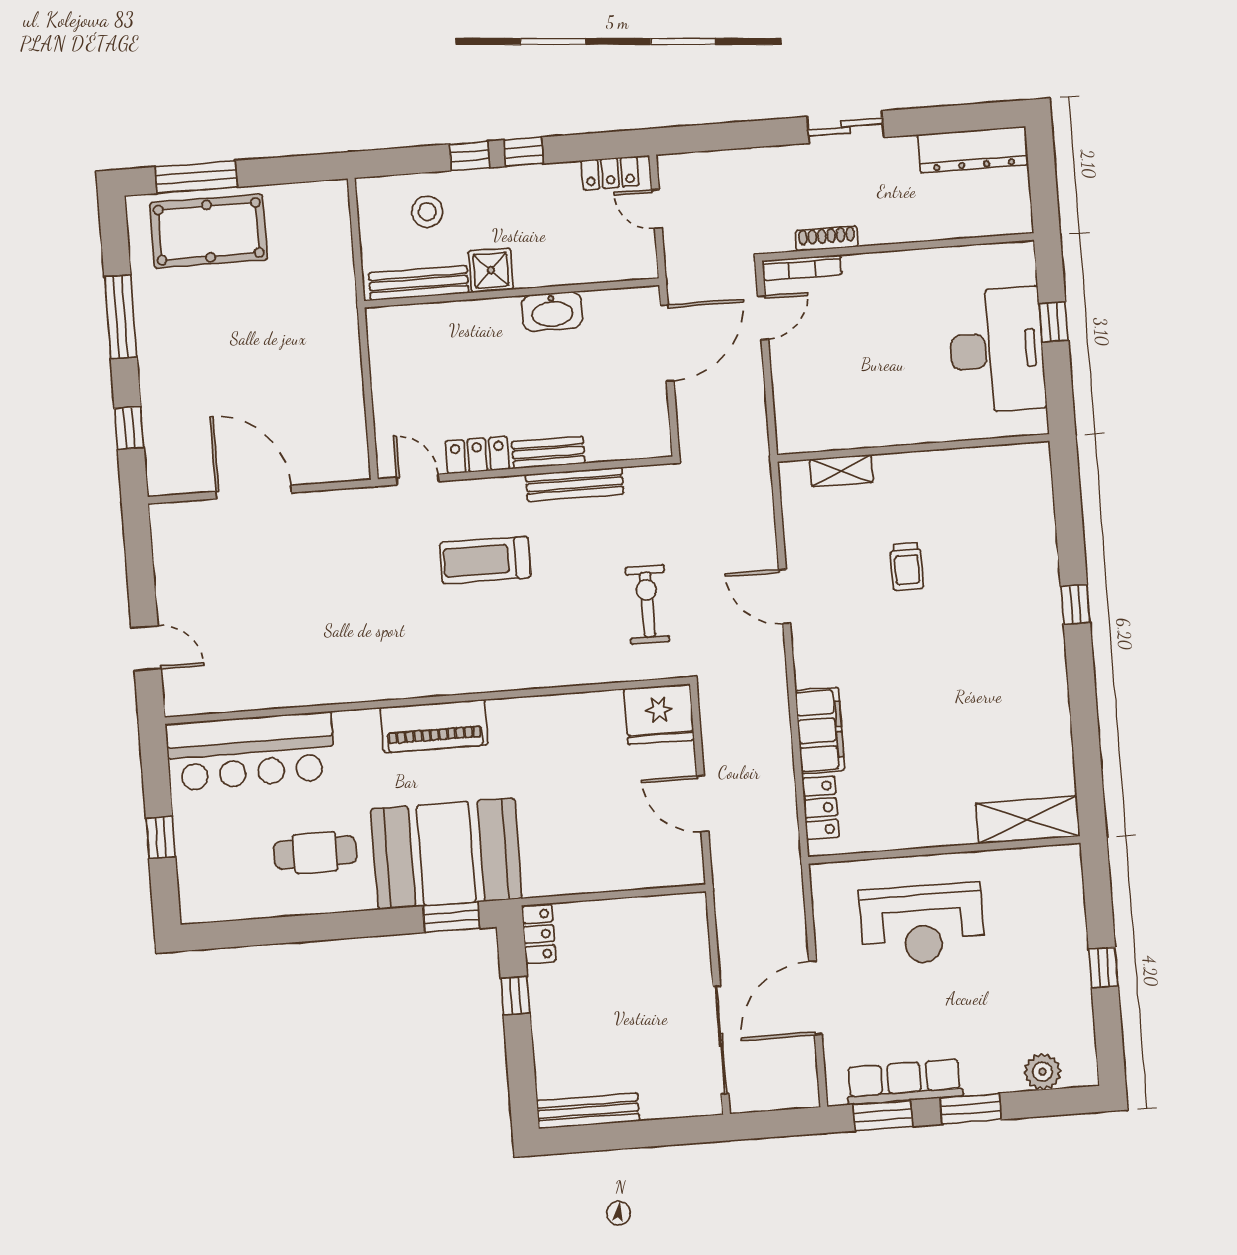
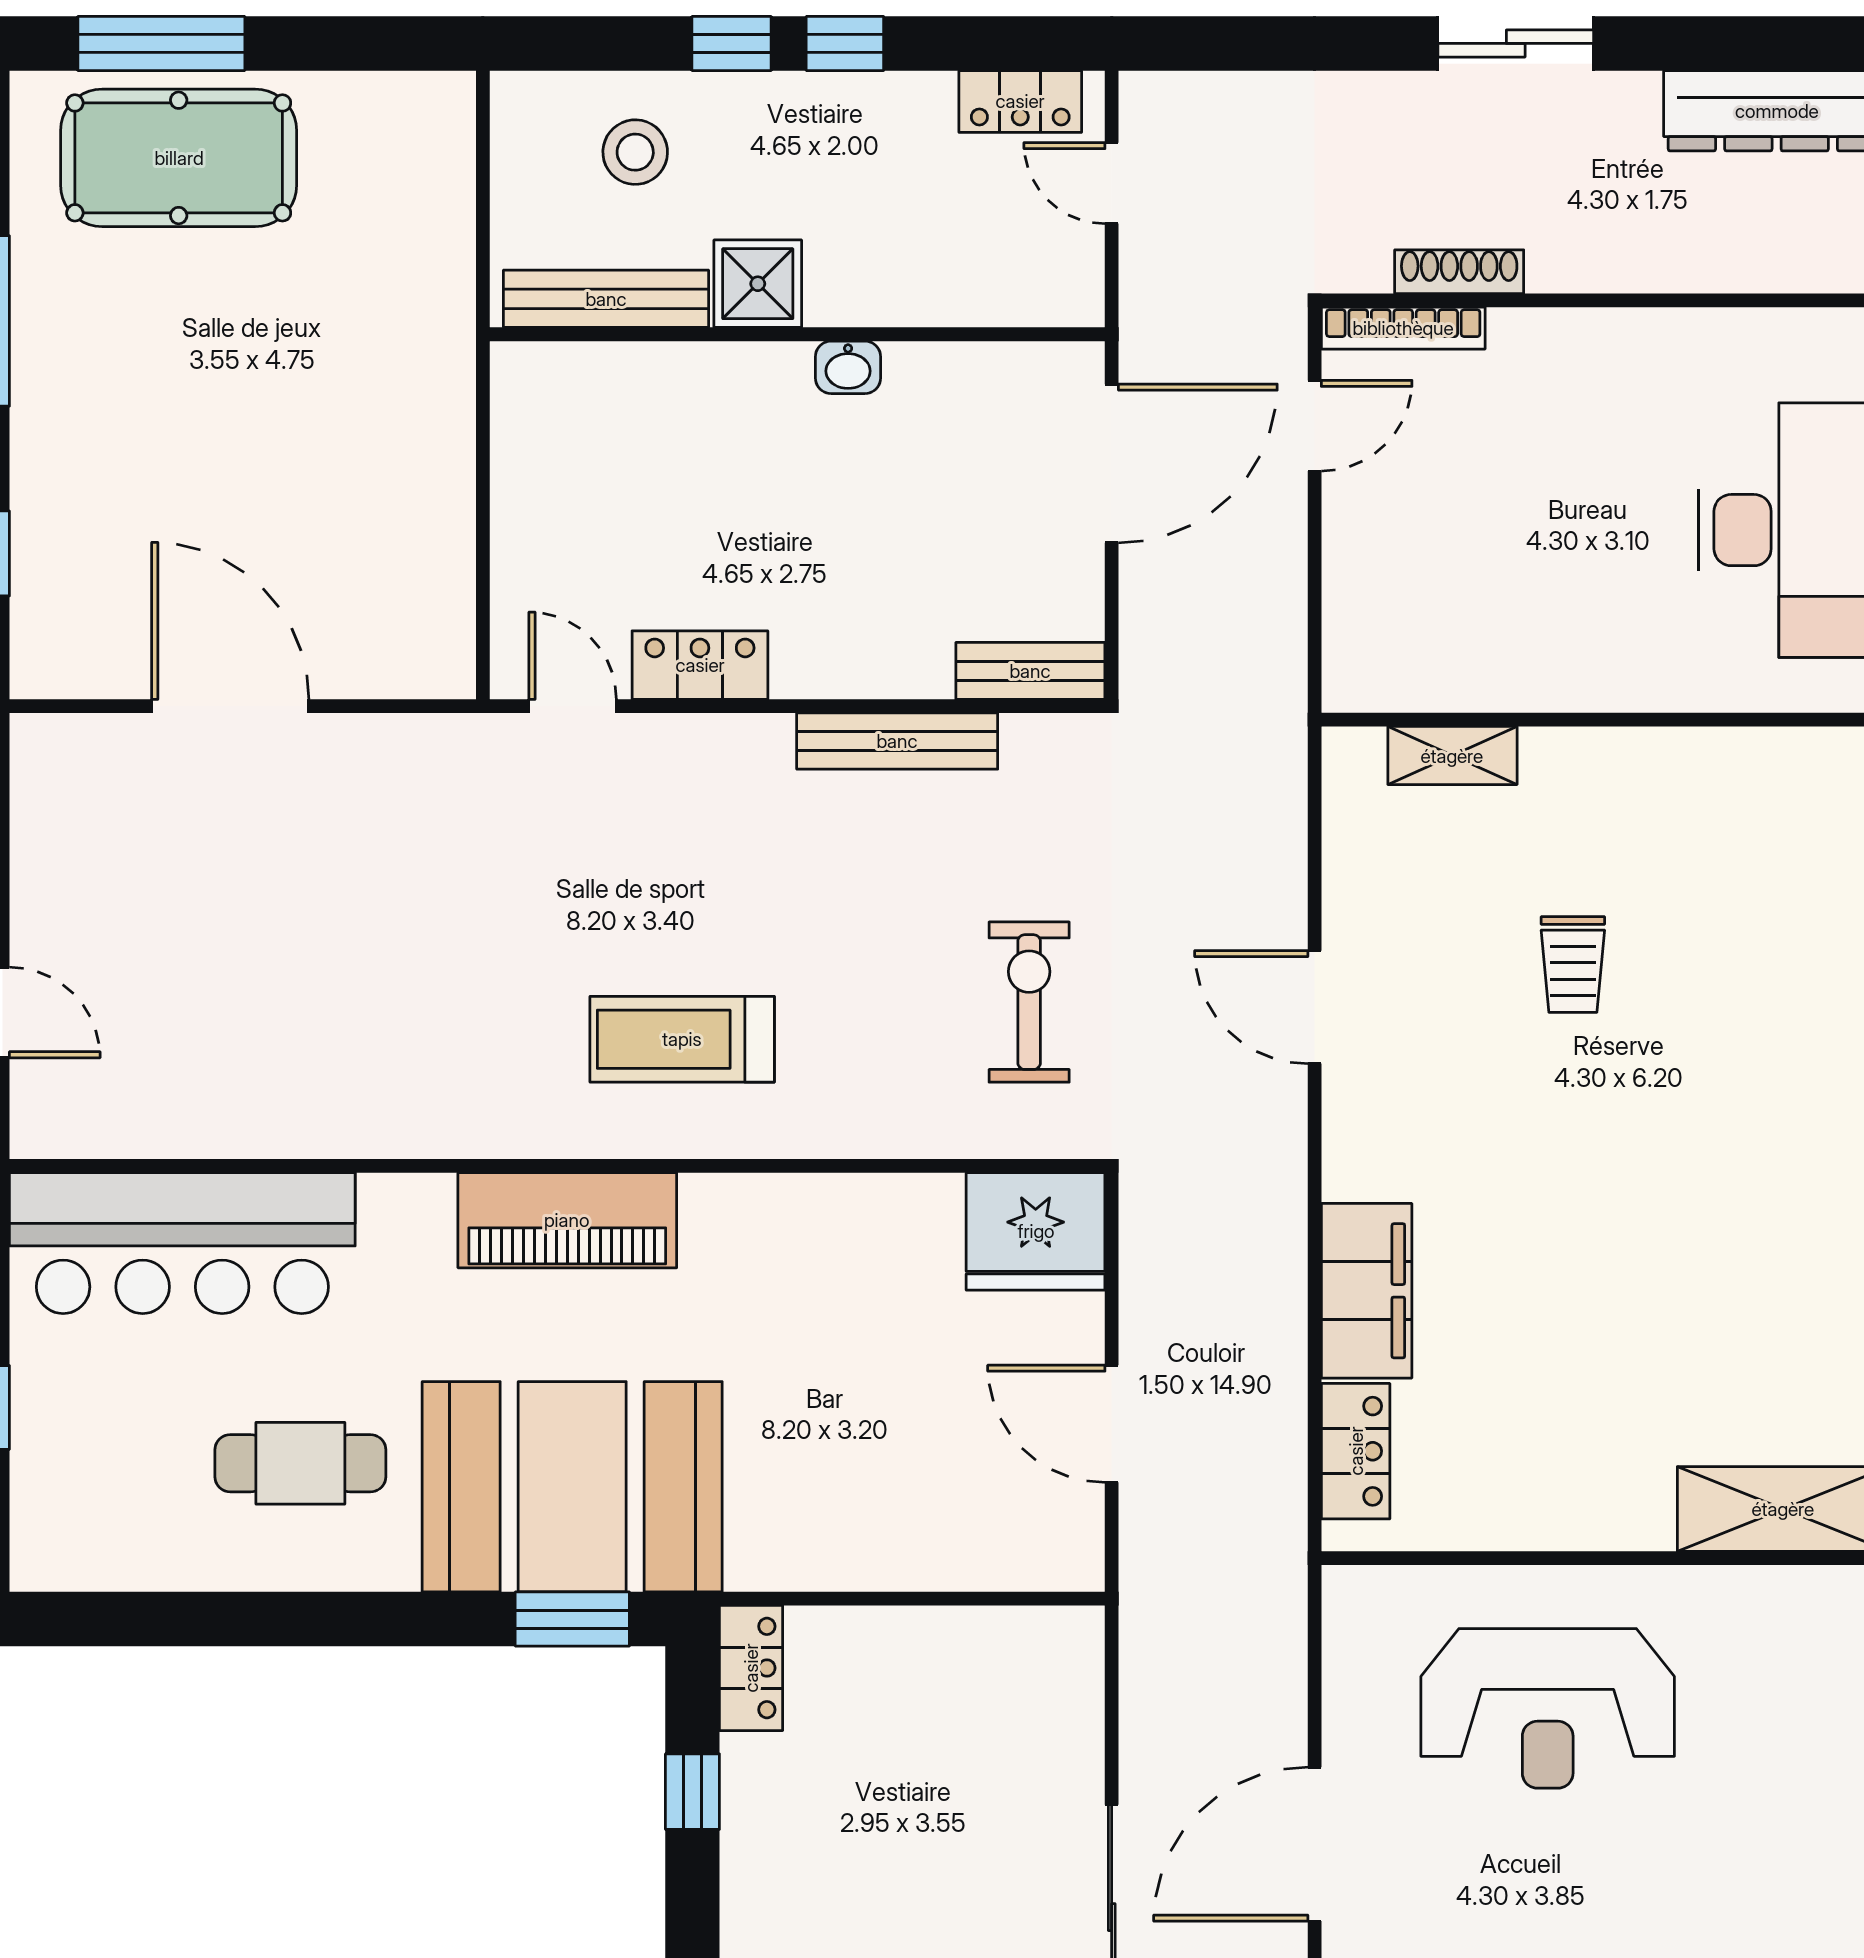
washbasin: (552, 311) -> (848, 367), width x0.52, depth x0.69
bench: (548, 452) -> (1030, 671), moved
treadmill: (485, 560) -> (682, 1039), moved

